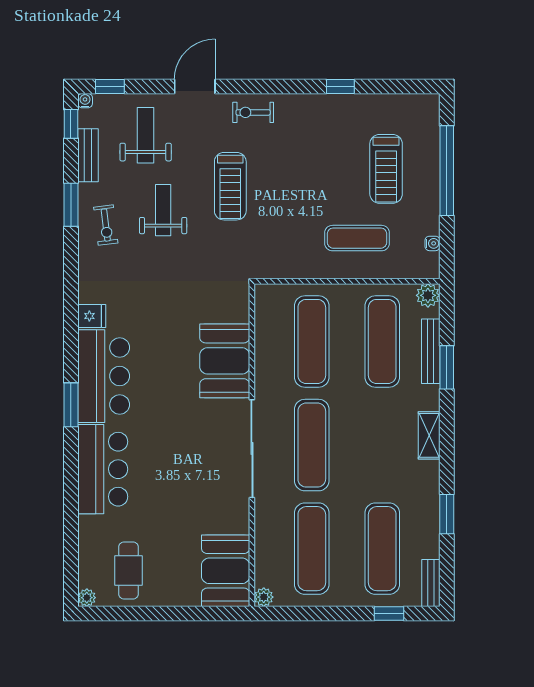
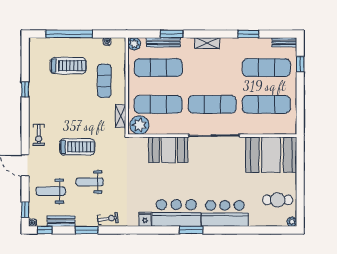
exercise bike: (106, 225) -> (108, 219), moved
shelving: (290, 269) -> (120, 116), added
booth: (226, 571) -> (271, 155), width x1.36, depth x1.42
plant: (264, 597) -> (140, 125), moved, width x1.87, depth x1.87

